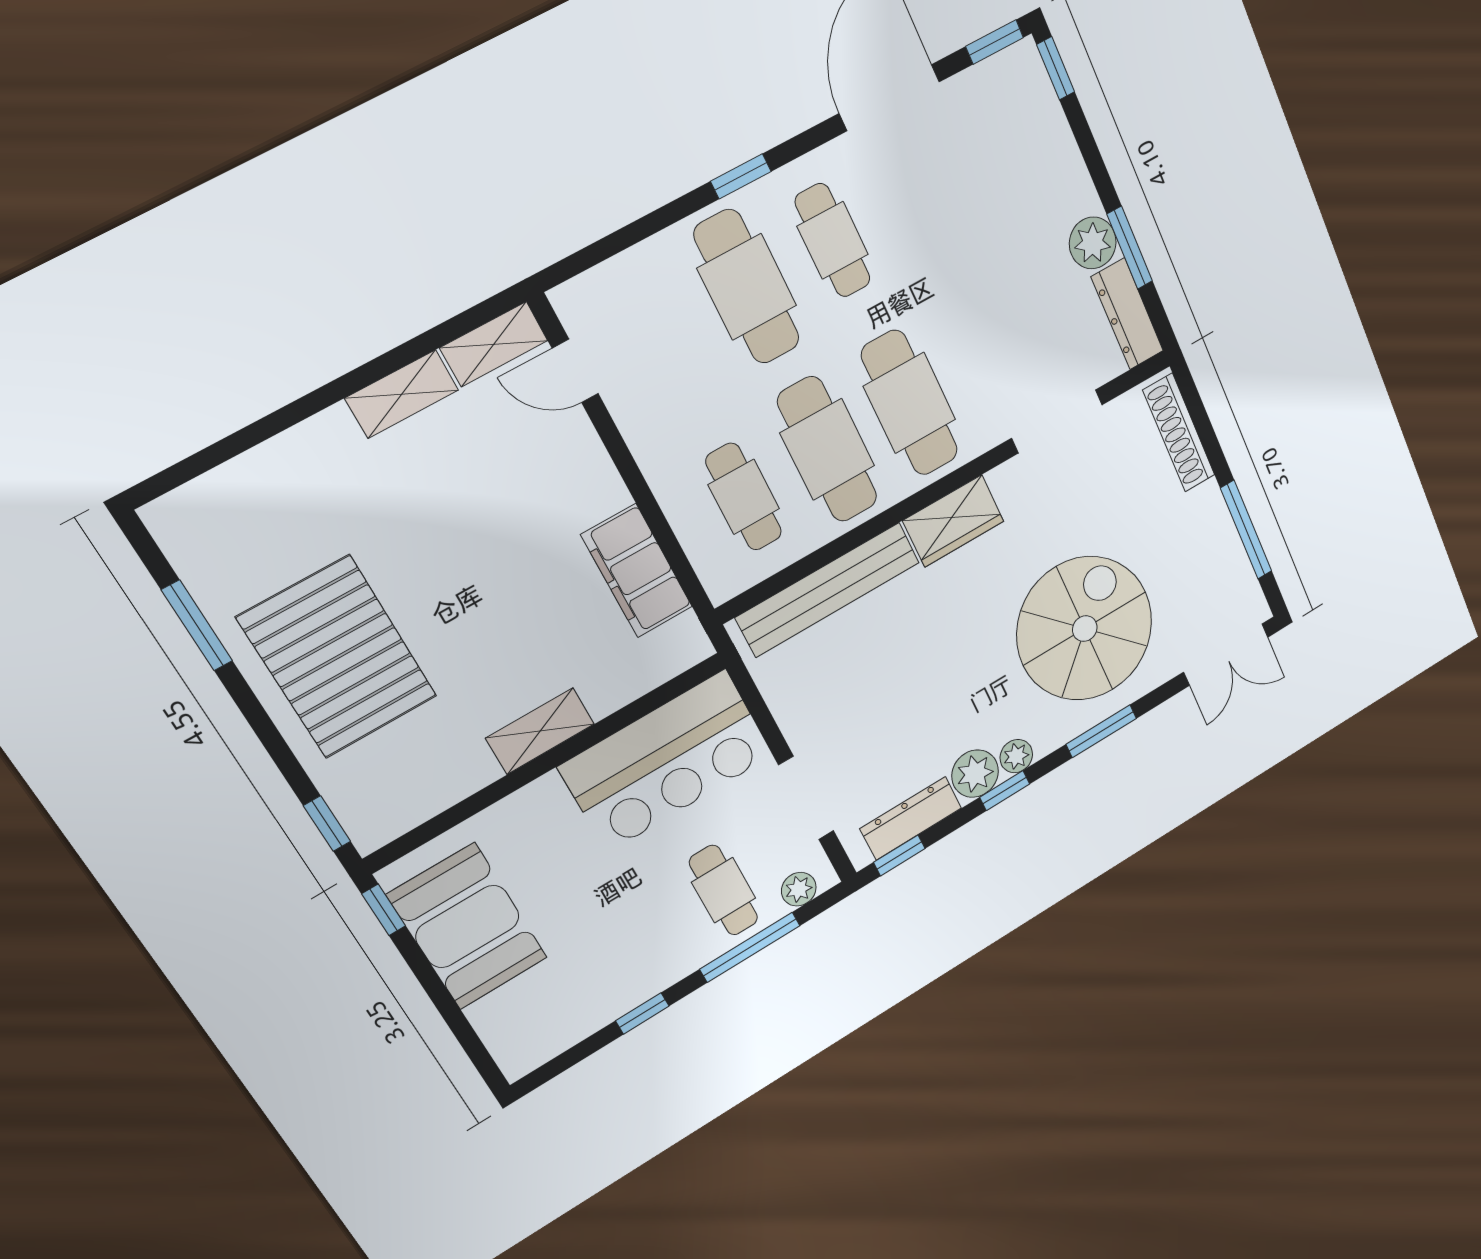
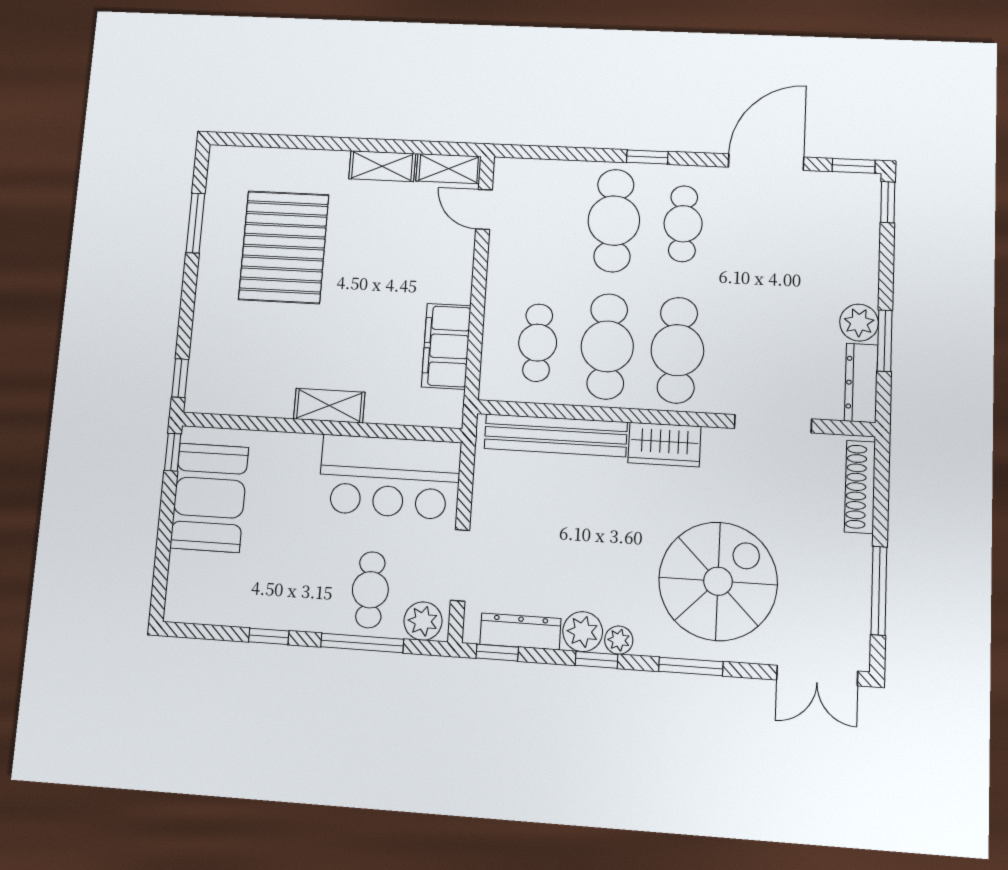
pallet: (338, 657) -> (284, 247), moved
plant: (799, 889) -> (423, 621), width x1.38, depth x1.38

